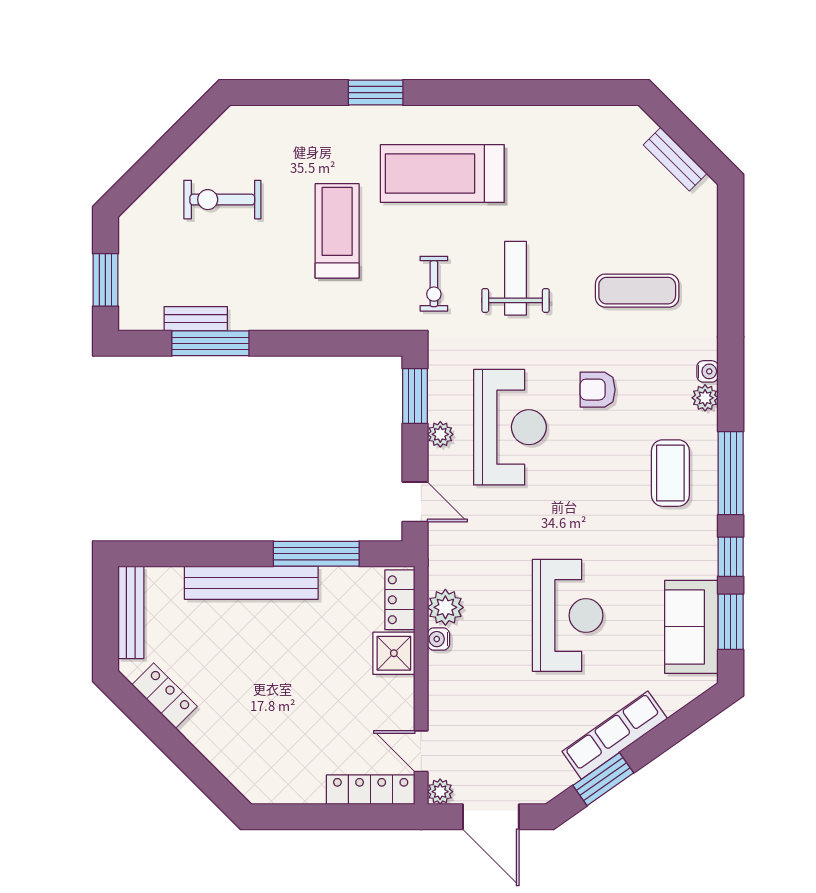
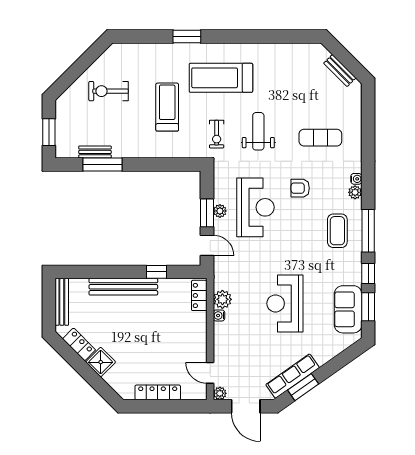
window: (415, 396) -> (207, 213), moved
window: (316, 554) -> (157, 272), width x0.46
reception desk: (568, 615) -> (285, 303), turned 180
shower: (394, 653) -> (101, 362), moved, turned 45
row of seats: (615, 735) -> (293, 376), moved
locker: (371, 790) -> (158, 392), moved

